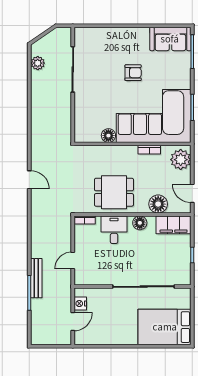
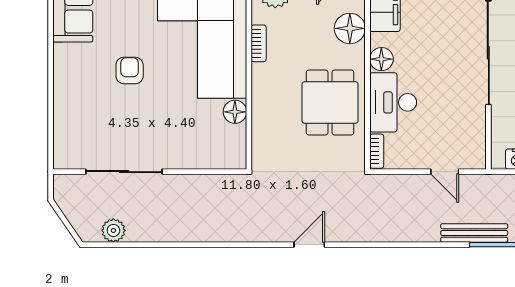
desk: (114, 230) -> (393, 102), width x1.37

